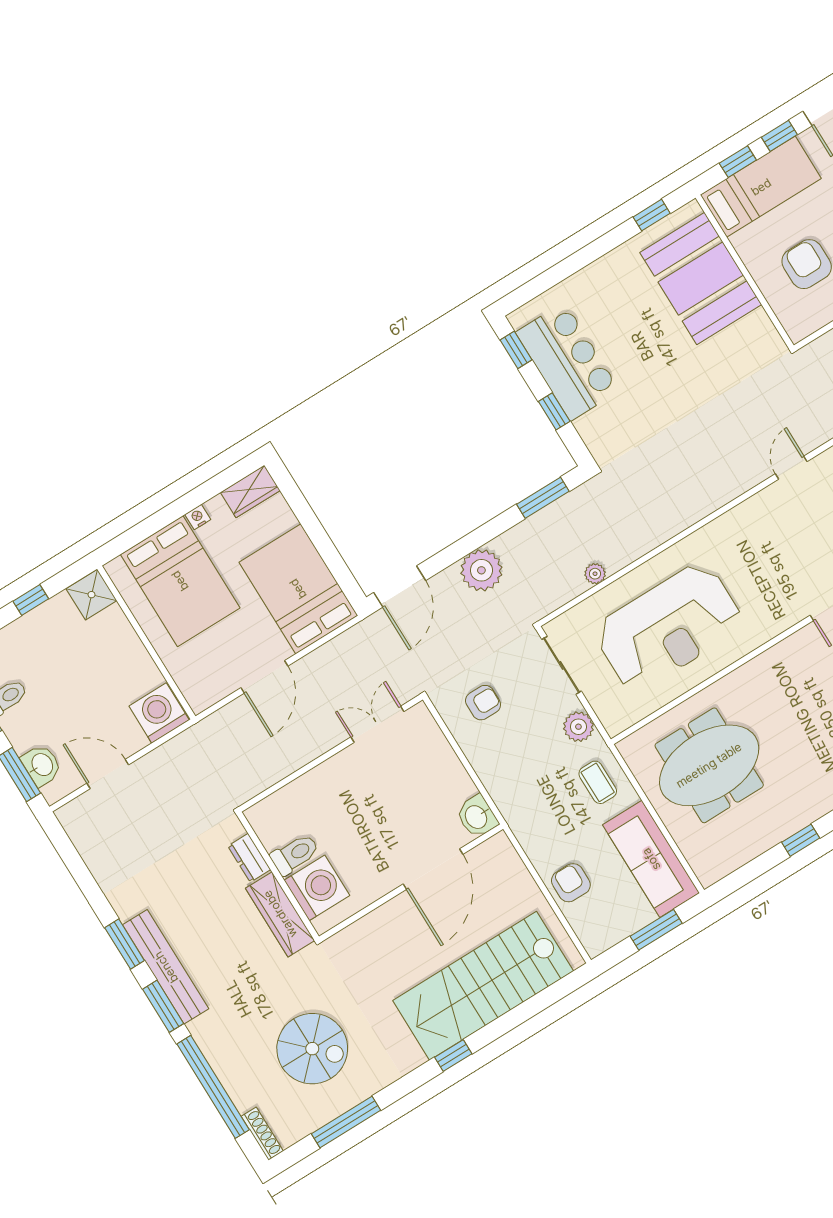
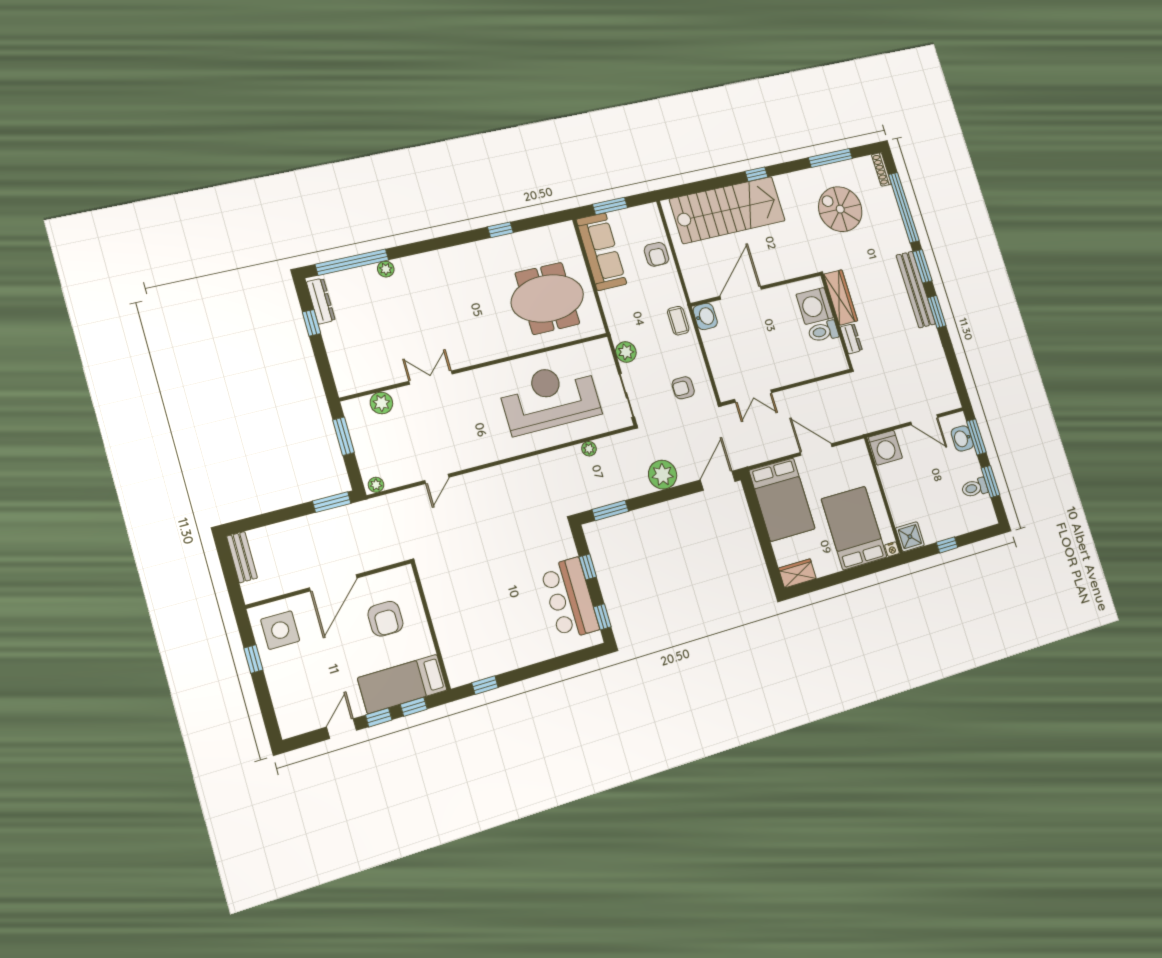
booth: (701, 279) -> (463, 630), removed
nightstand: (198, 517) -> (892, 549), moved
door: (264, 677) -> (816, 450), hinge flipped
coffee table: (598, 782) -> (678, 321), moved

